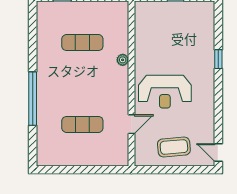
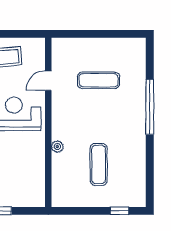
exercise mat: (82, 43) -> (99, 164), turned 90

